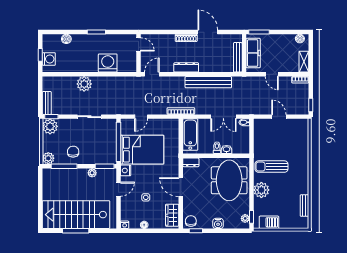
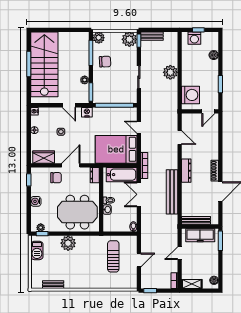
door: (138, 44) -> (208, 111), moved
wall: (138, 53) -> (200, 111), moved
double door: (223, 117) -> (139, 194), moved
bed: (142, 150) -> (116, 149), moved, turned 90
sun lounger: (271, 167) -> (113, 256), moved
chair: (191, 221) -> (56, 178), moved

